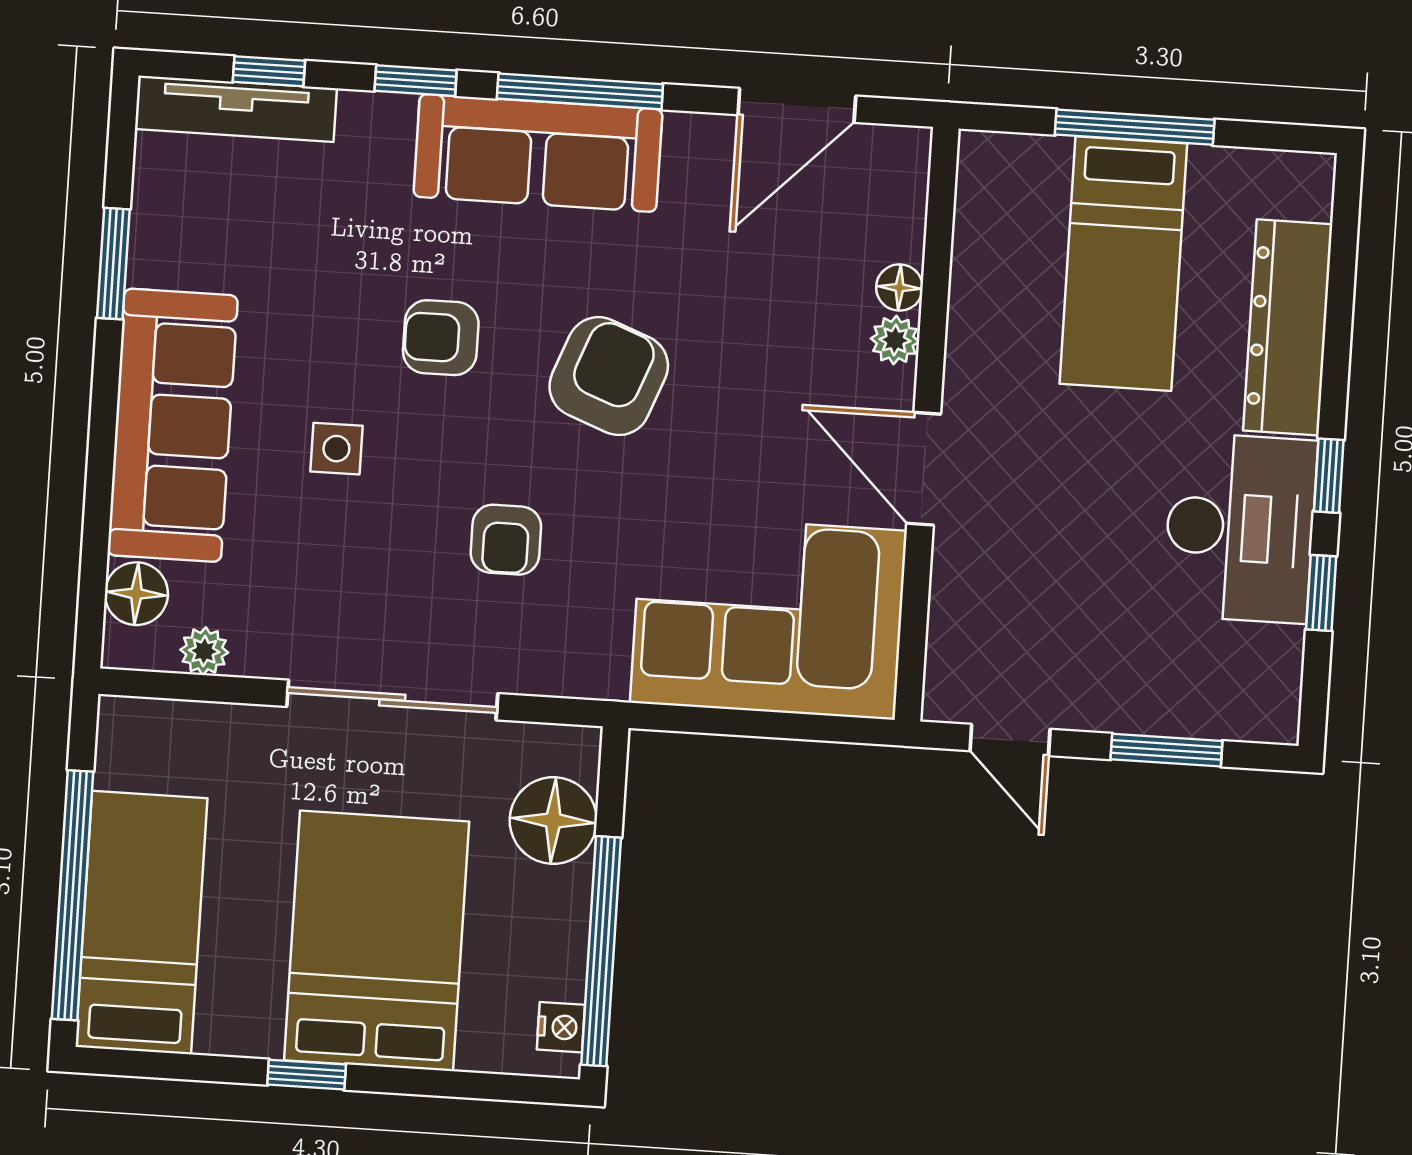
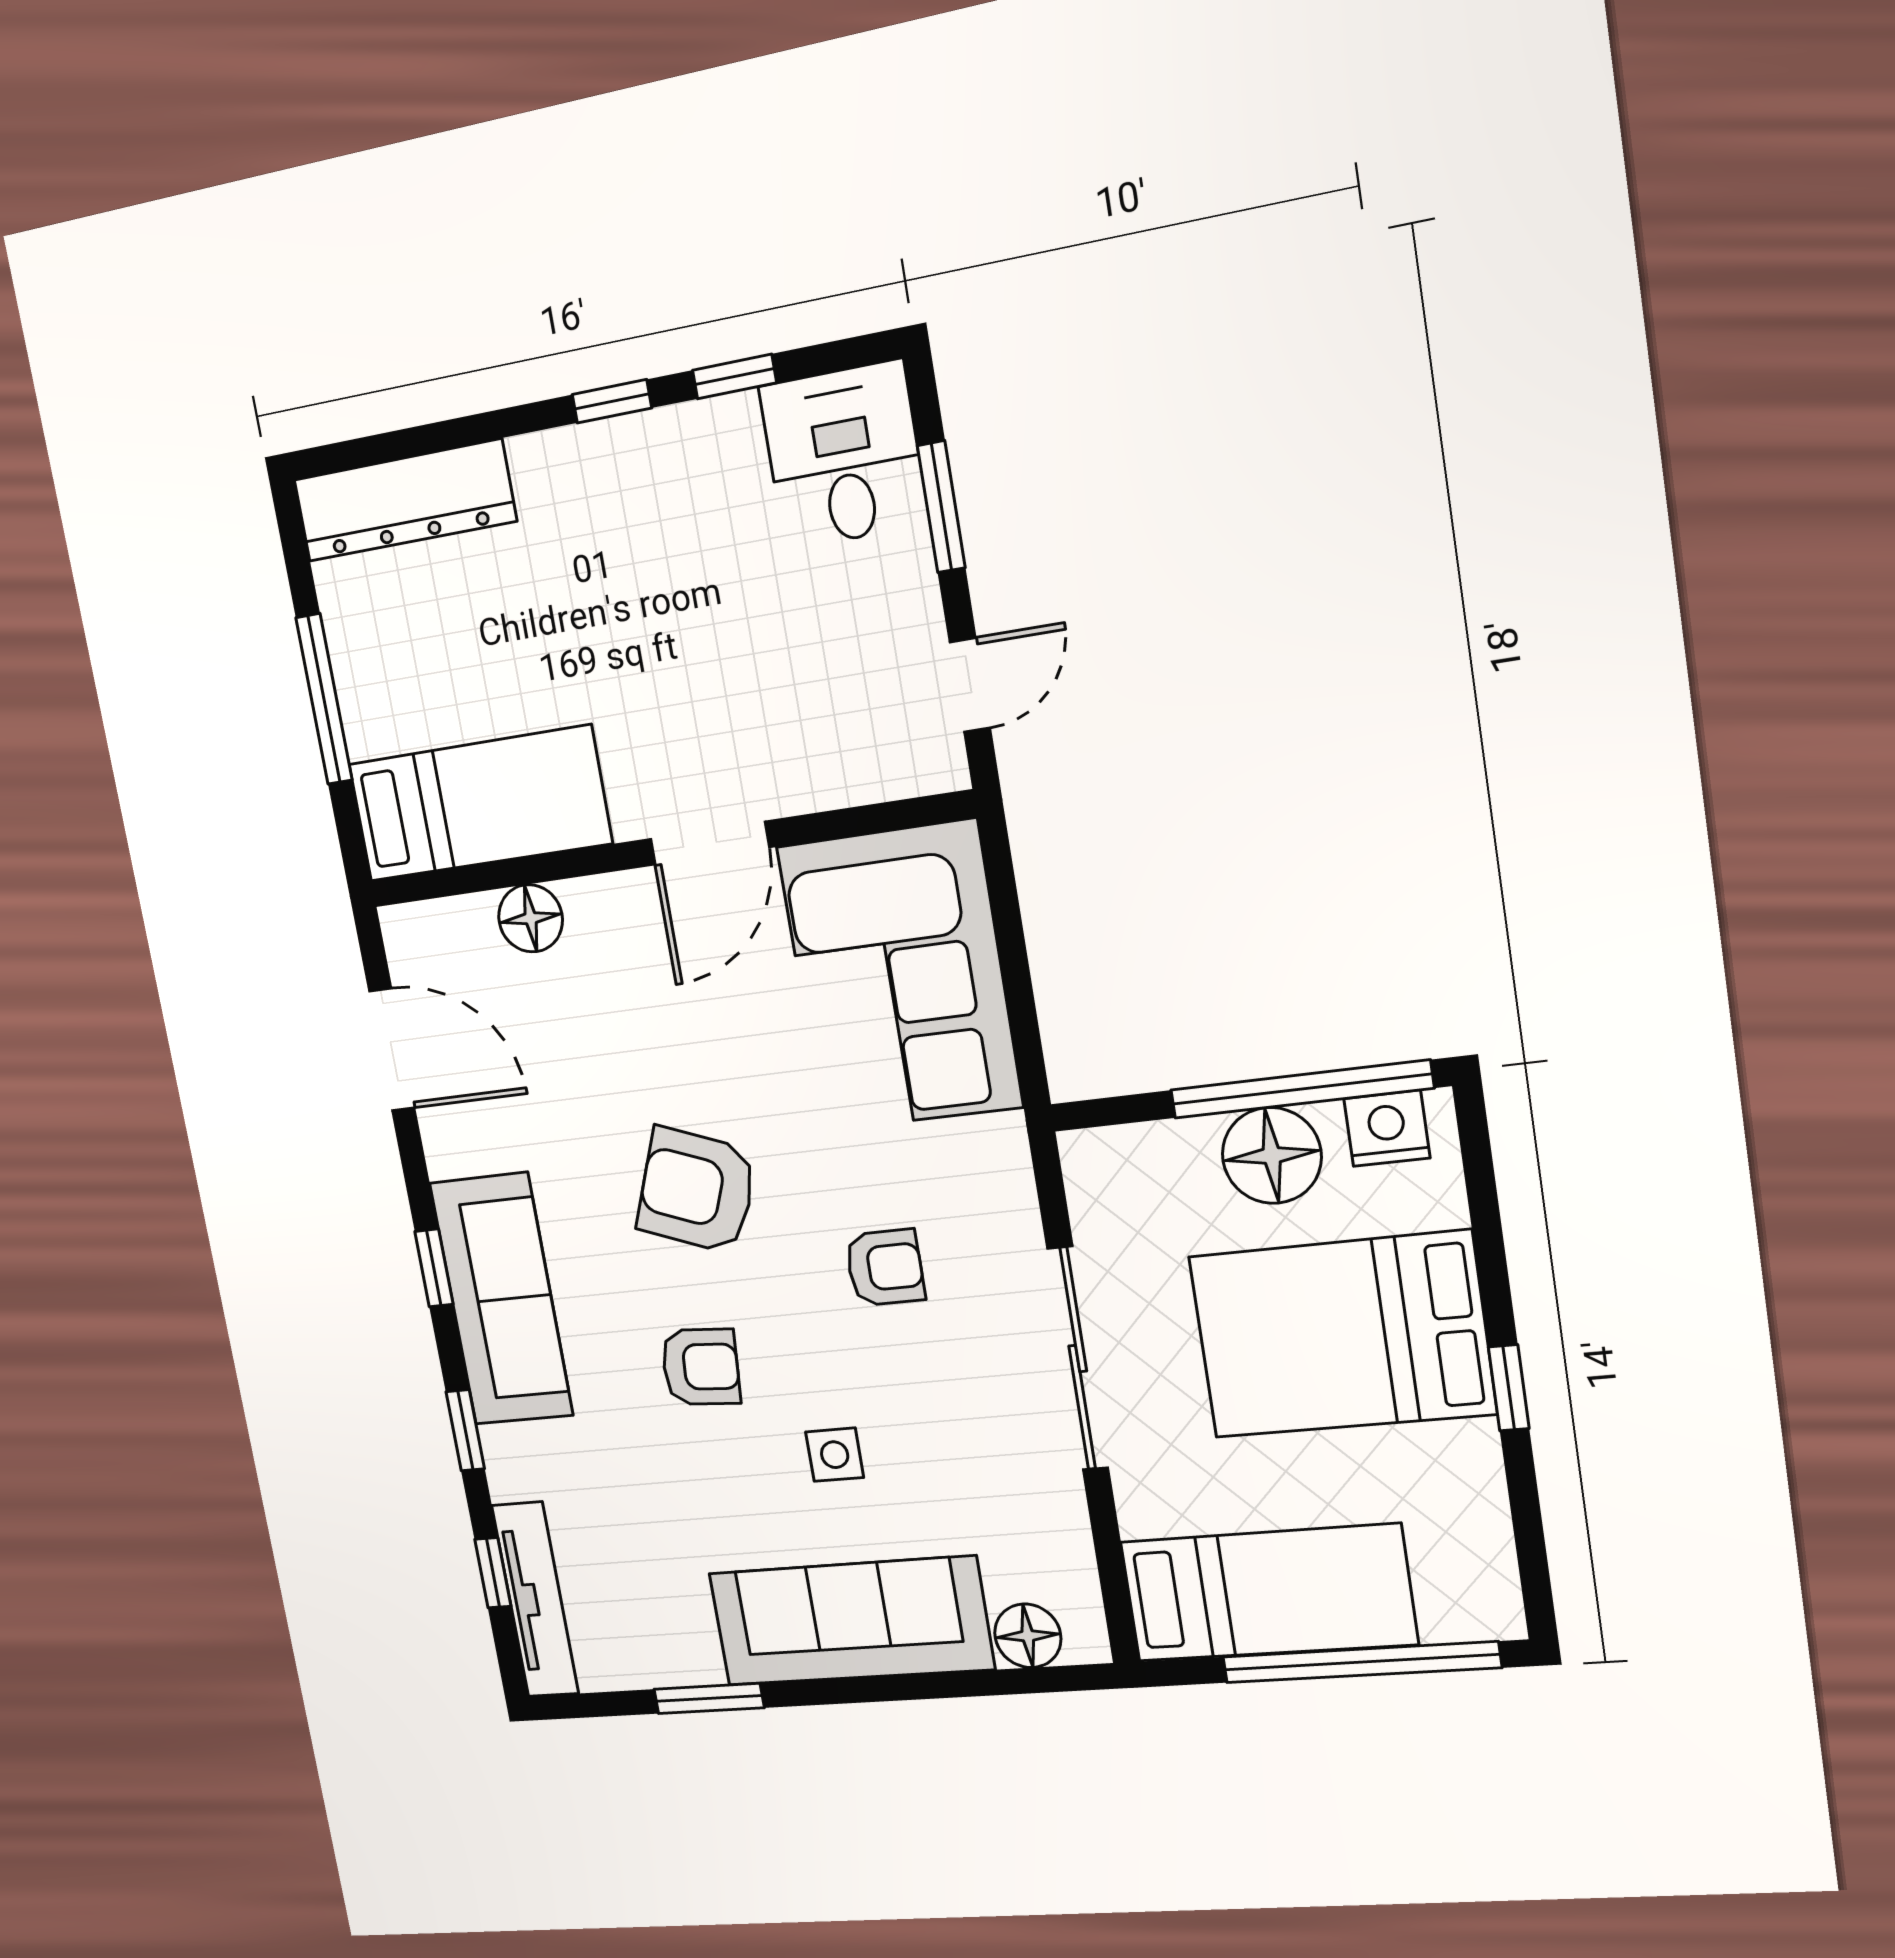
window: (580, 91) -> (434, 1268), width x0.46
bed: (1123, 264) -> (480, 804), moved
floor lamp: (899, 288) -> (531, 918), width x1.37, depth x1.37
dresser: (1288, 327) -> (405, 500), moved
armchair: (441, 338) -> (701, 1367), turned -86
plant: (895, 340) -> (589, 902), removed
desk: (1240, 528) -> (844, 455), moved, width x0.73
plant: (204, 651) -> (1071, 1560), removed
floor lamp: (553, 820) -> (1272, 1155), moved
bed: (141, 923) -> (1268, 1593), moved, turned 180
nightstand: (561, 1027) -> (1387, 1128), width x1.39, depth x1.35

